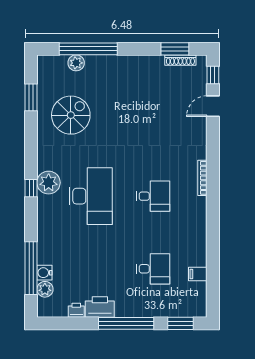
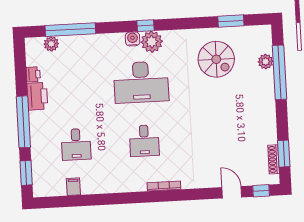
water cooler: (44, 273) -> (133, 39), moved

